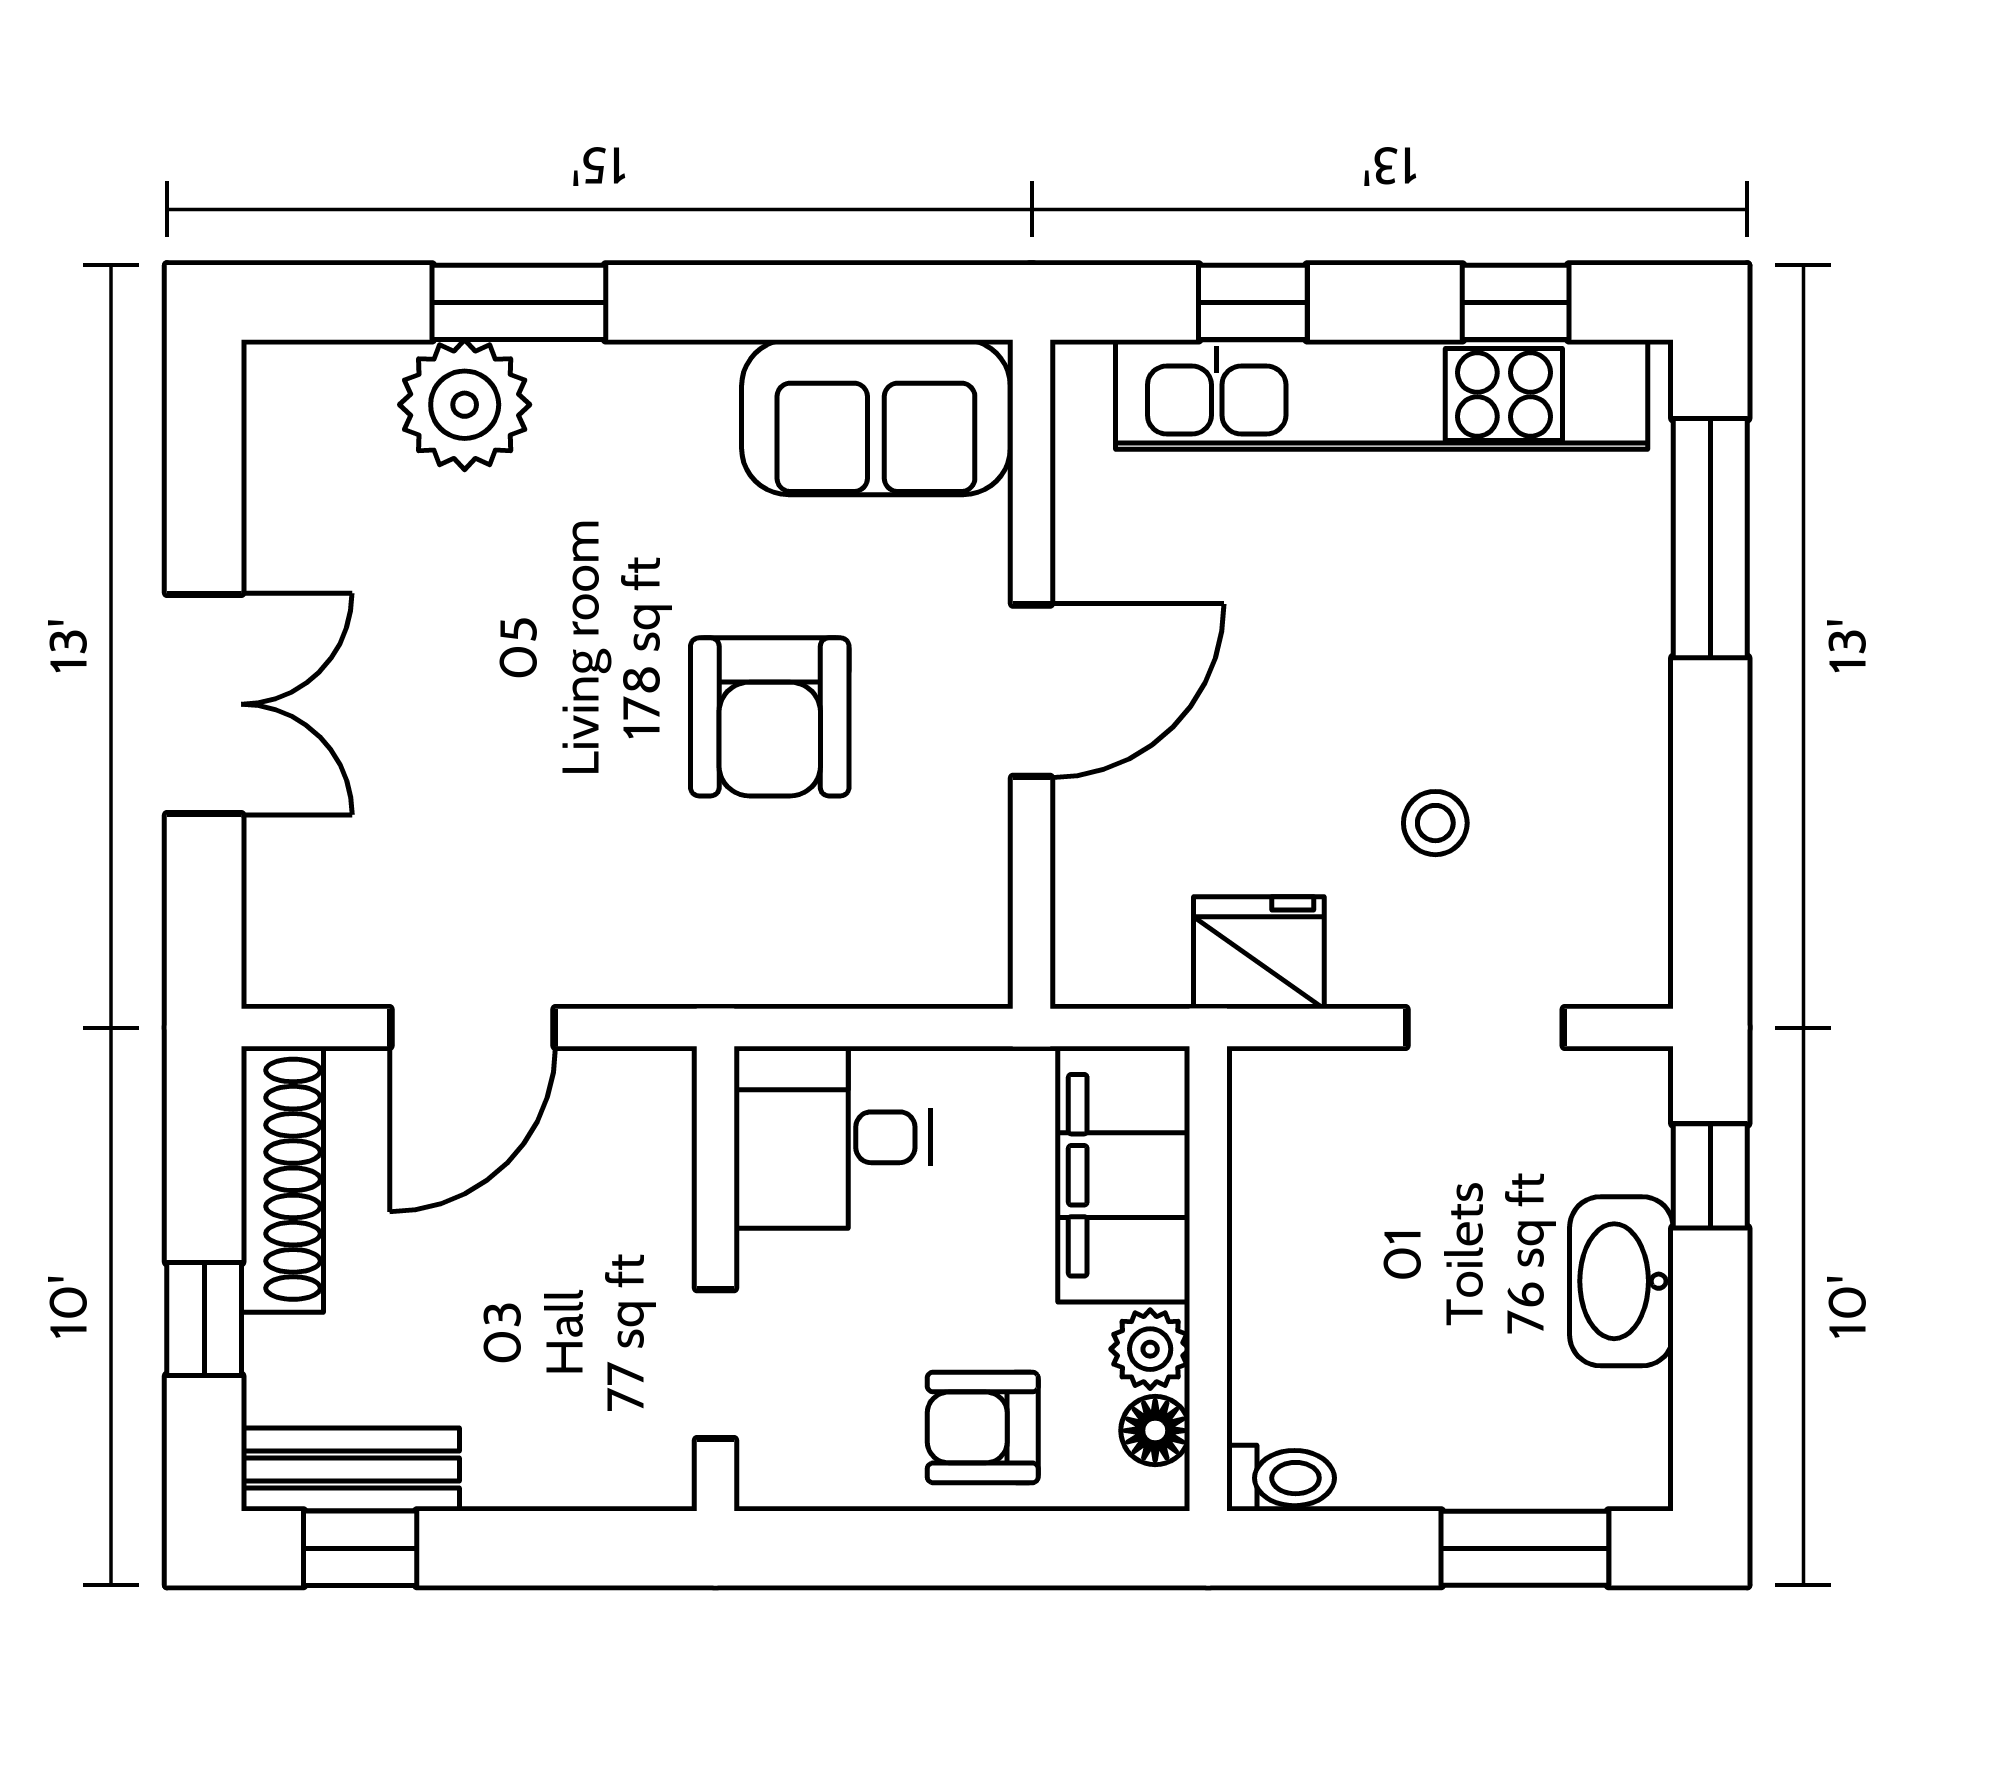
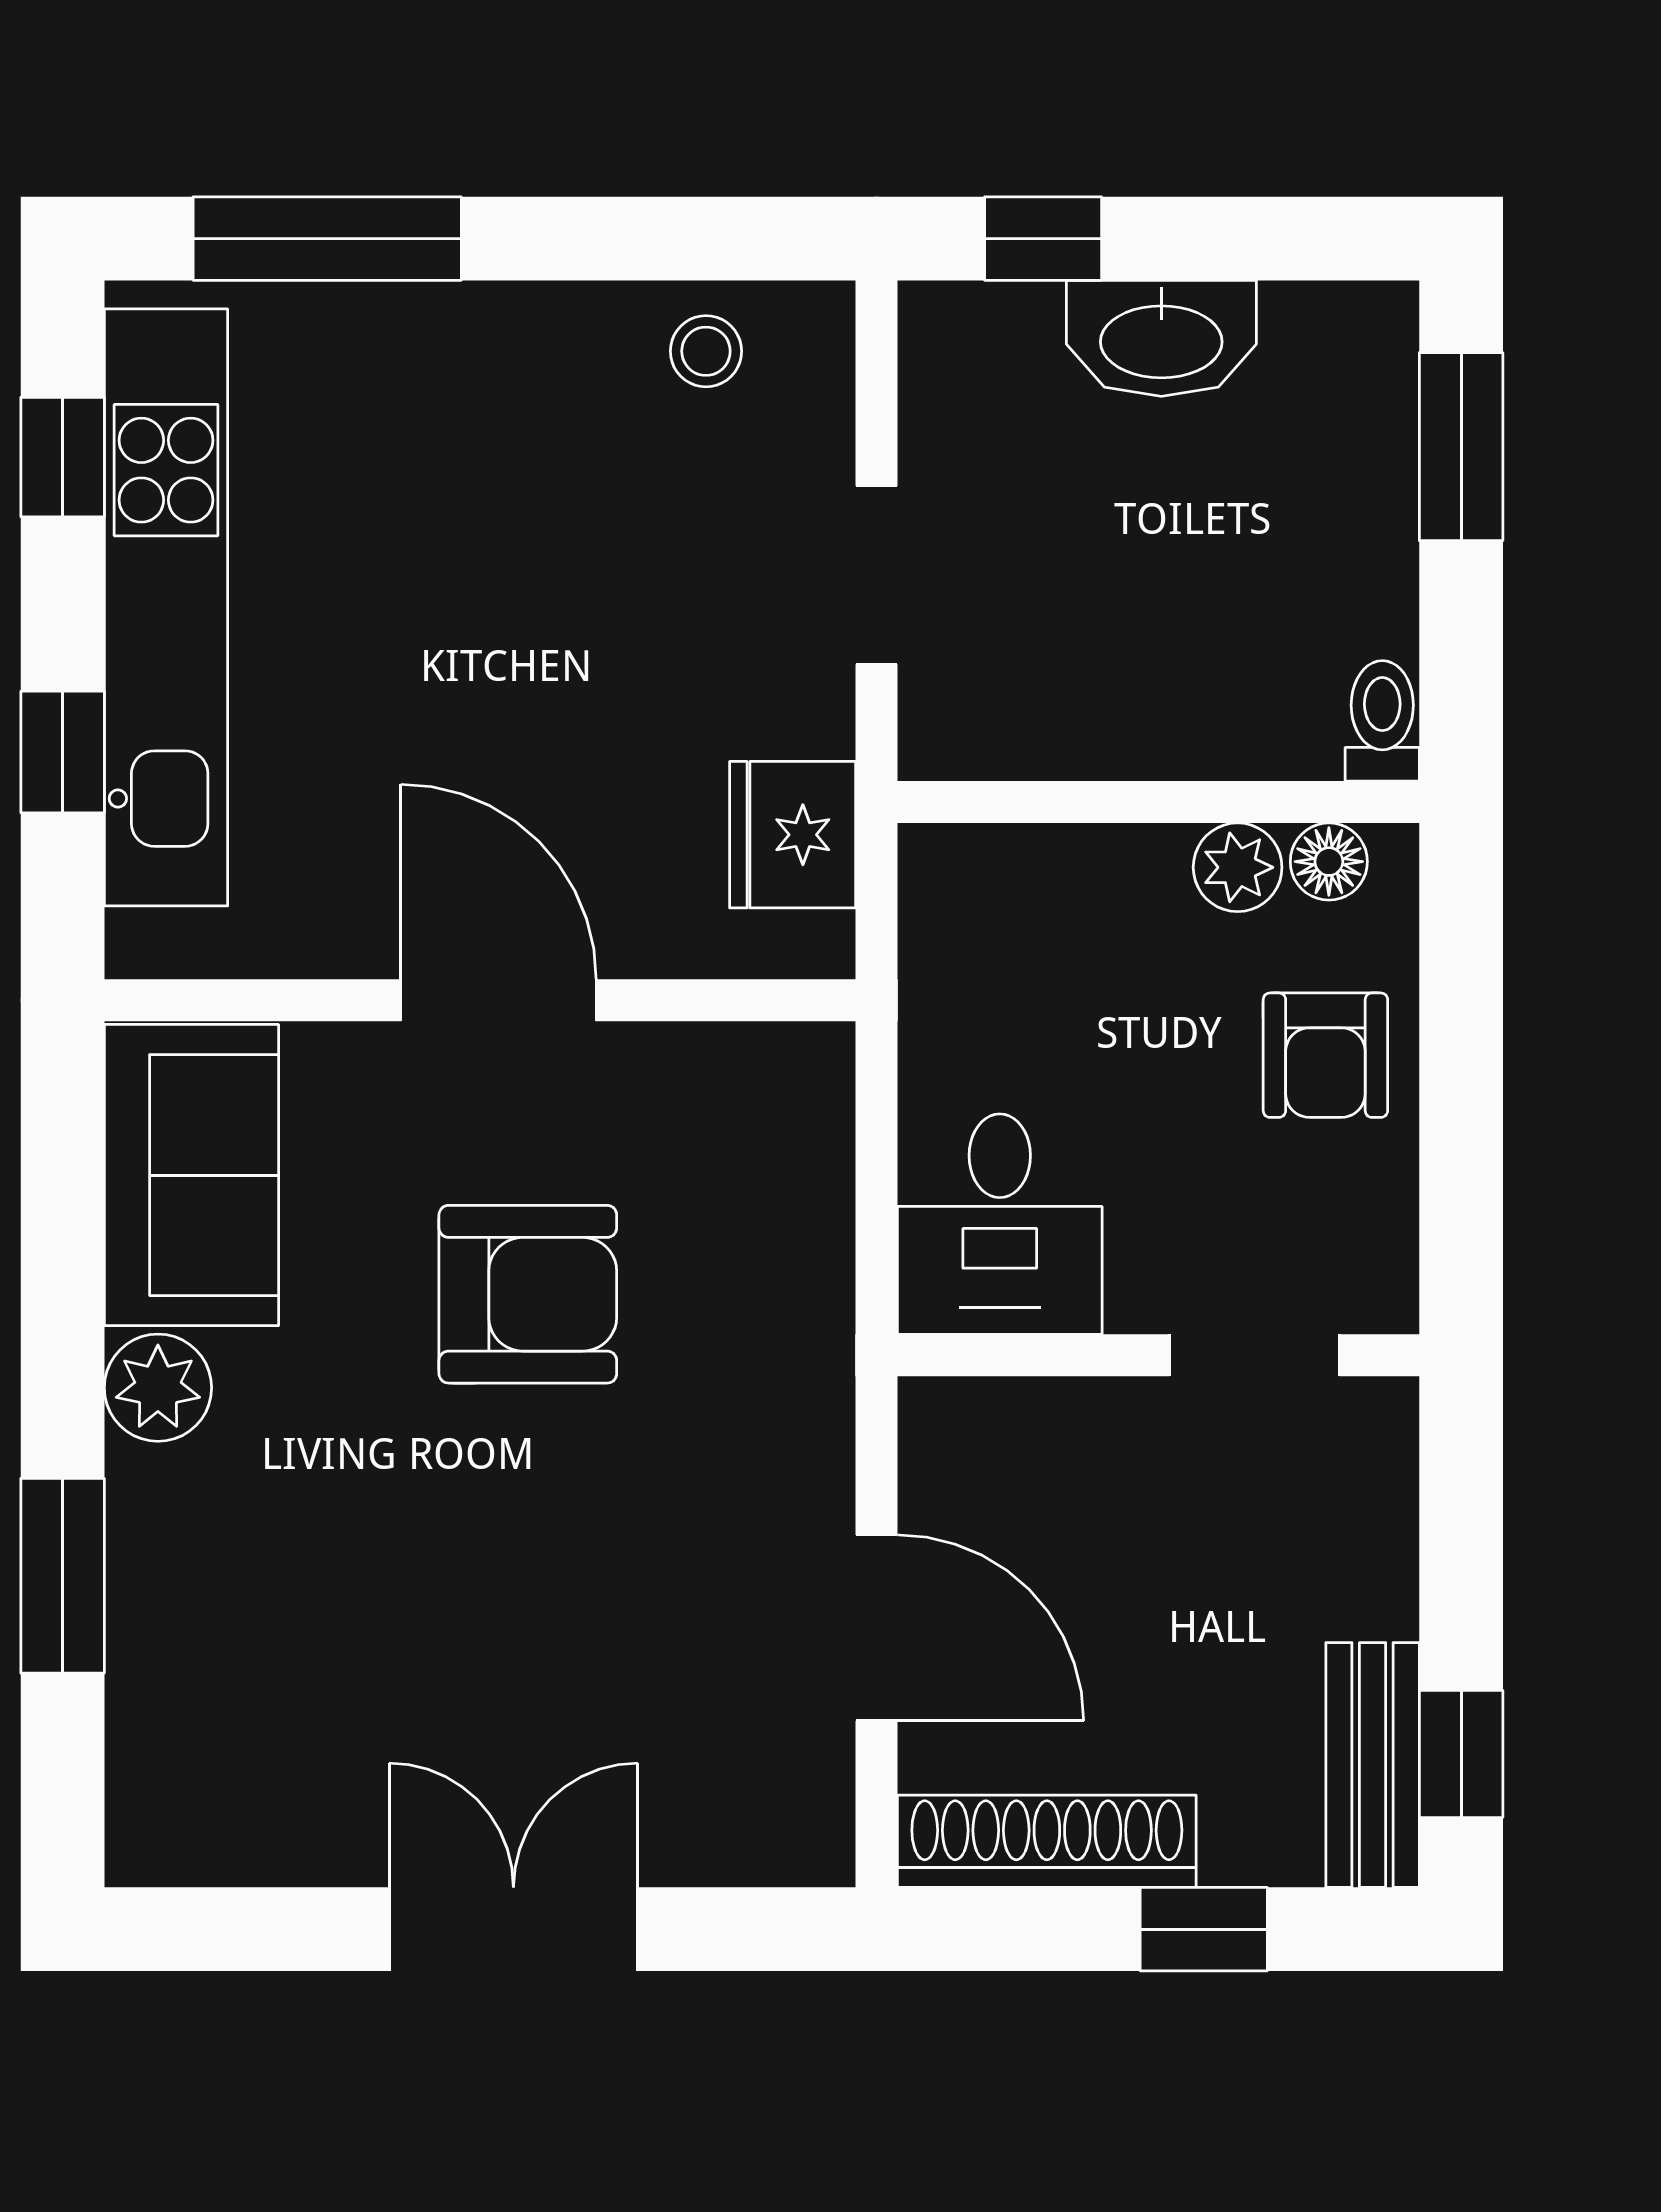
plant: (465, 405) -> (158, 1388), moved, width x0.73, depth x0.73
stool: (1435, 823) -> (706, 351), moved
fridge: (1259, 953) -> (793, 835), moved
doorway: (1485, 1028) -> (877, 575), moved
filing cabinet: (1124, 1175) -> (1042, 897), removed

